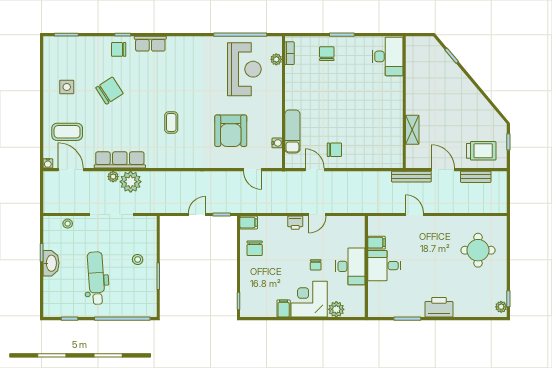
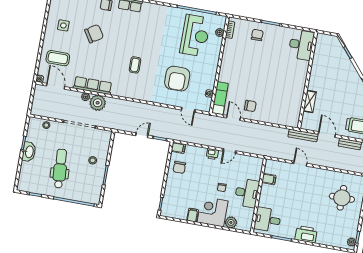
exam couch: (292, 131) -> (220, 98), moved
desk: (384, 266) -> (268, 220), moved

